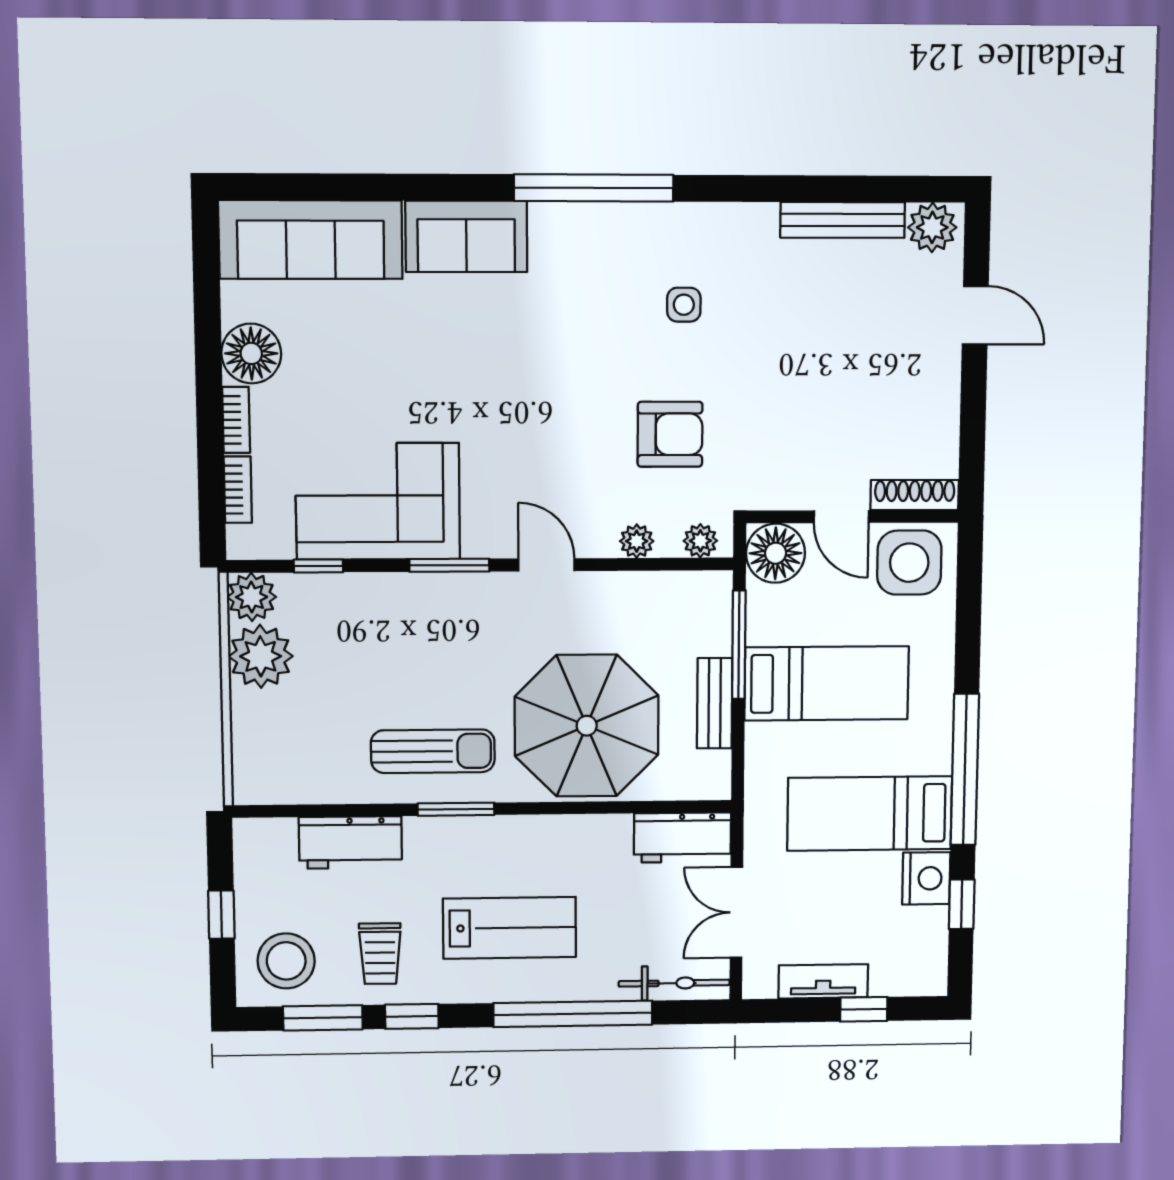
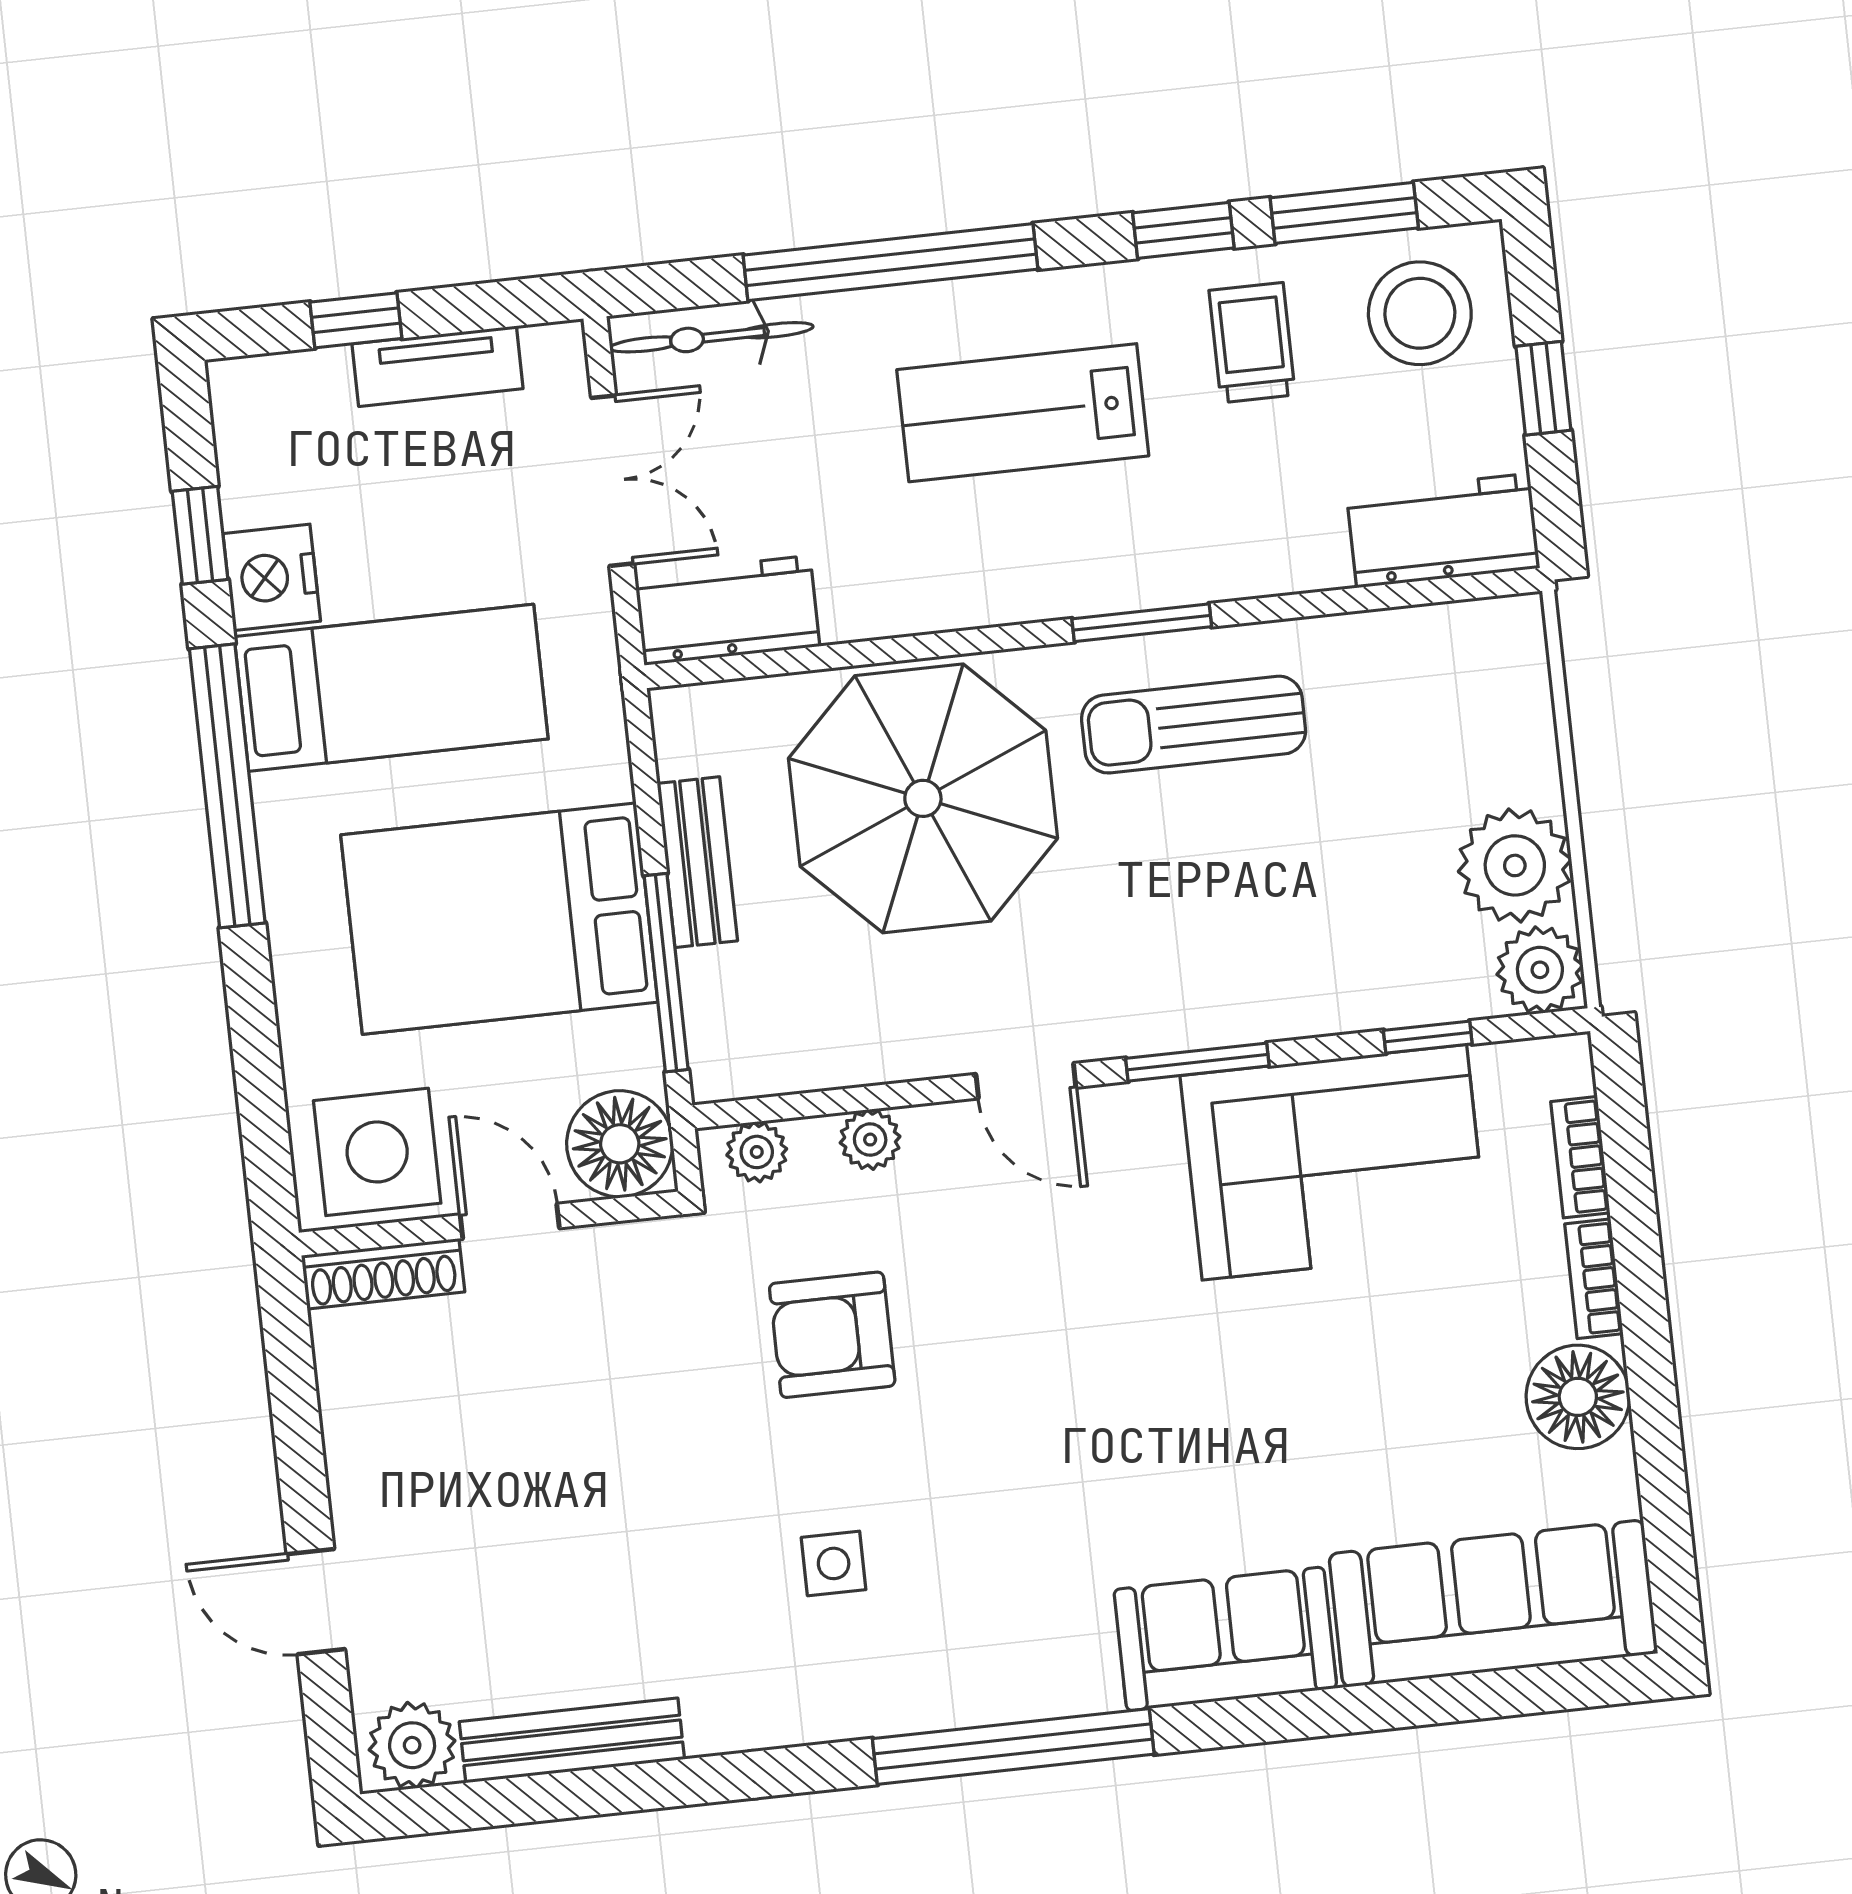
bed: (827, 683) -> (499, 919), width x1.50
workbench: (350, 842) -> (1443, 531), moved

